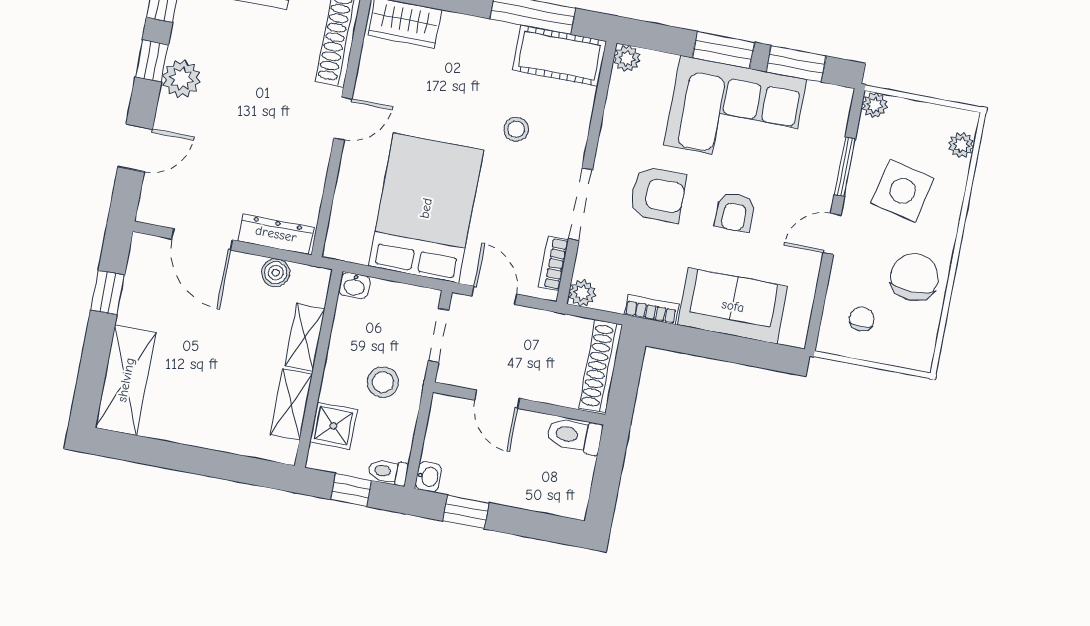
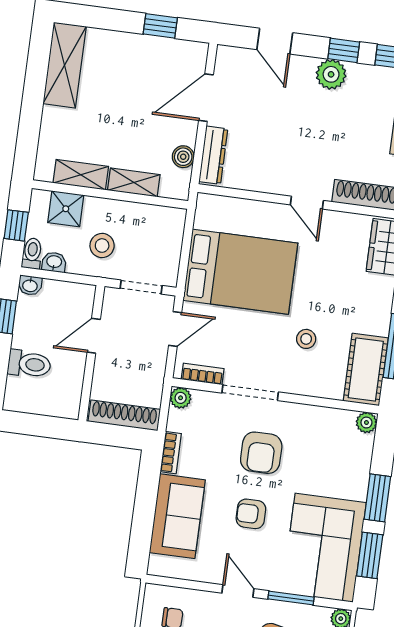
corner sofa: (735, 112) -> (324, 548), moved
washbasin: (354, 286) -> (54, 262), moved, turned 90
shelving: (126, 380) -> (65, 65), moved, turned 90
toilet: (574, 435) -> (29, 364), moved, turned 90

